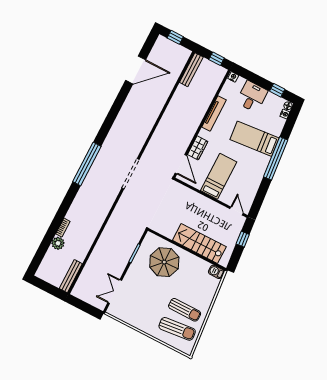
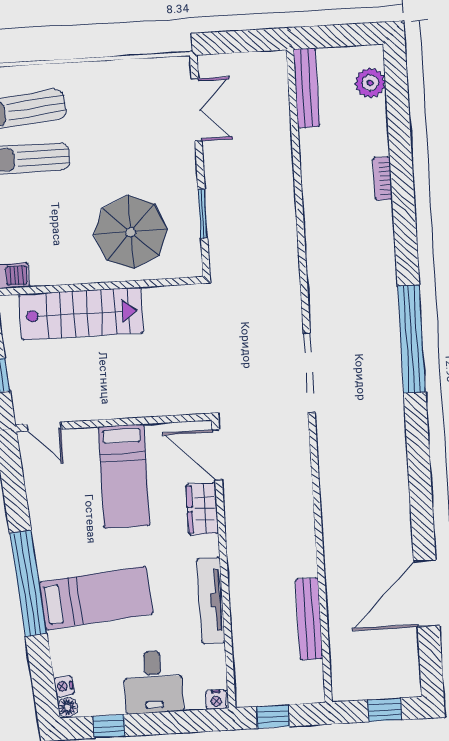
bench: (191, 70) -> (309, 619), moved
plant: (58, 243) -> (370, 83), moved

